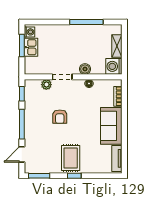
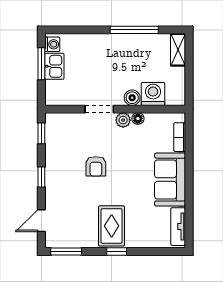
shelving: (117, 46) -> (178, 50), moved
washing machine: (114, 66) -> (153, 94), moved, turned 90
plant: (46, 85) -> (123, 120), moved
window: (22, 124) -> (41, 177), width x0.46

